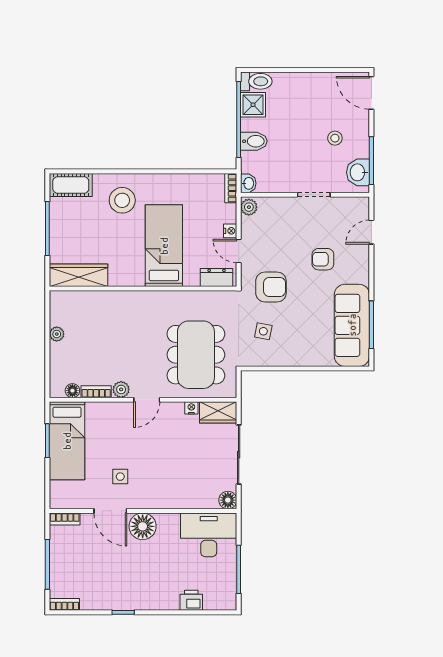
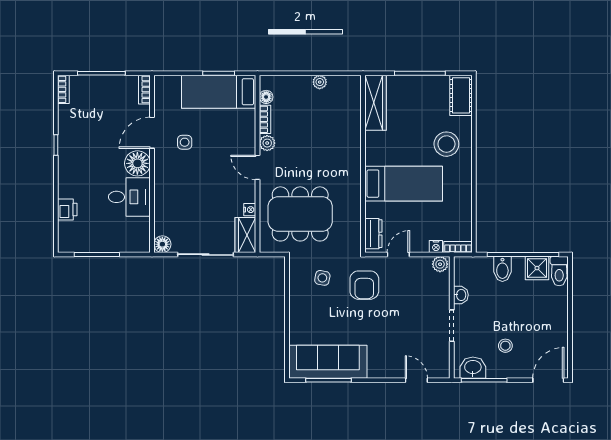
washbasin: (248, 183) -> (461, 295), moved, turned -90
nightstand: (230, 231) -> (436, 246), moved
armchair: (323, 259) -> (391, 334), removed
desk: (209, 535) -> (129, 197), moved, width x0.73

